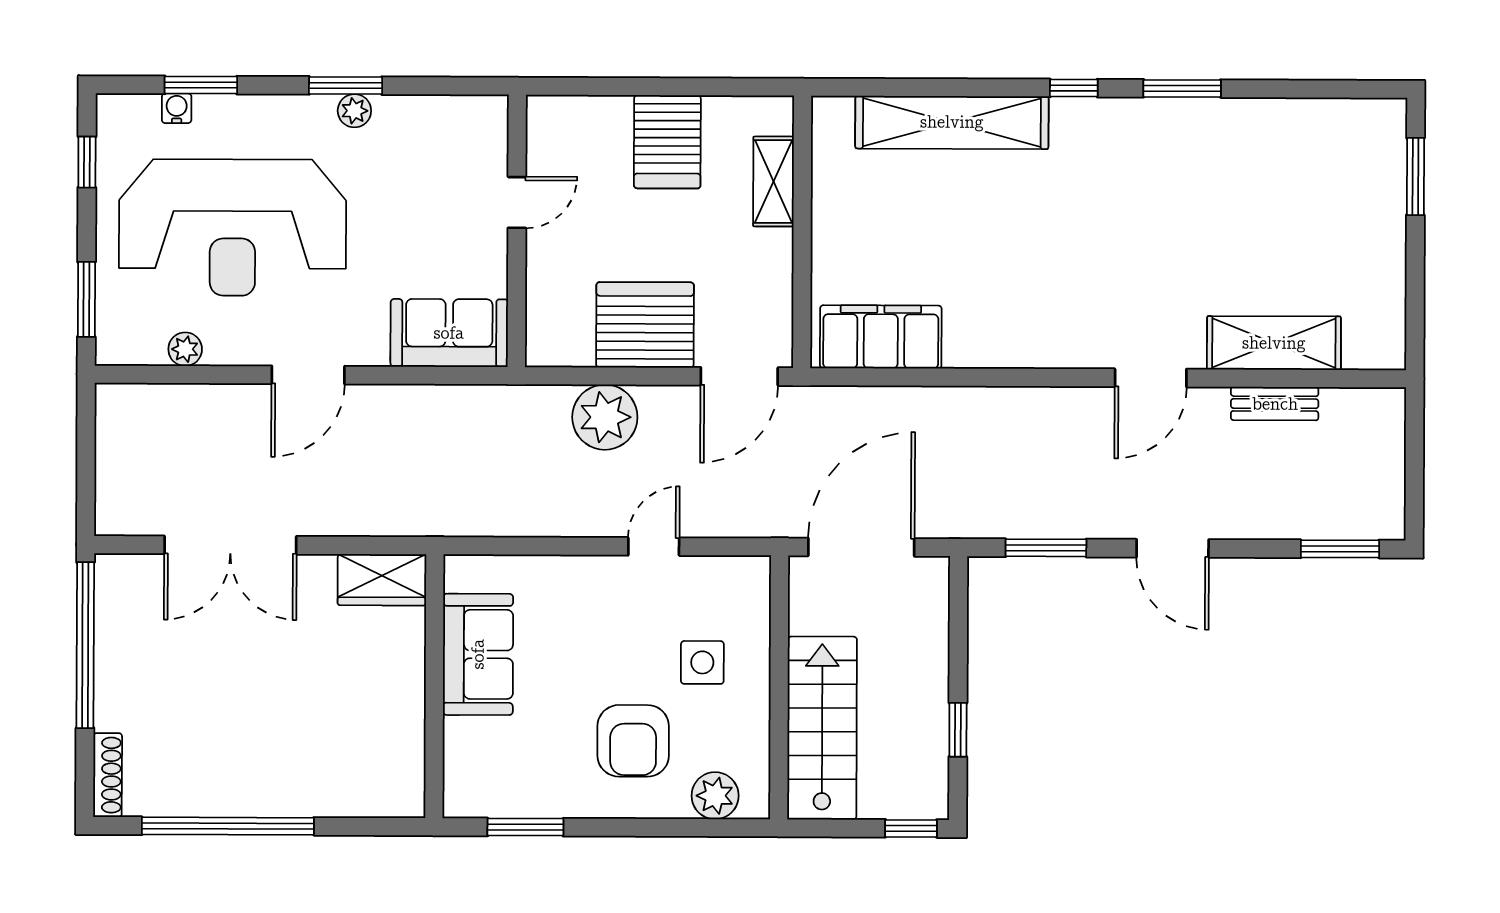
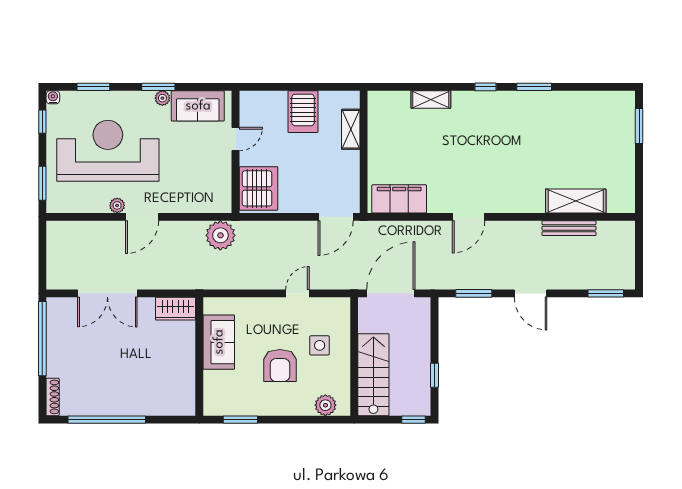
water cooler: (177, 108) -> (53, 97), moved
shelving: (952, 122) -> (431, 100), width x0.45, depth x0.75
reception desk: (232, 228) -> (108, 151), turned 180
server rack: (645, 325) -> (259, 188), moved, turned 90
sofa: (449, 333) -> (198, 106), moved, turned 180
plant: (185, 349) -> (117, 205), moved
door: (1151, 378) -> (469, 217), moved
bench: (1275, 404) -> (569, 228), width x1.36
plant: (605, 417) -> (220, 235), moved
armchair: (633, 741) -> (280, 366), moved

